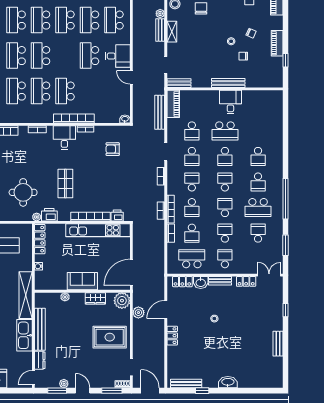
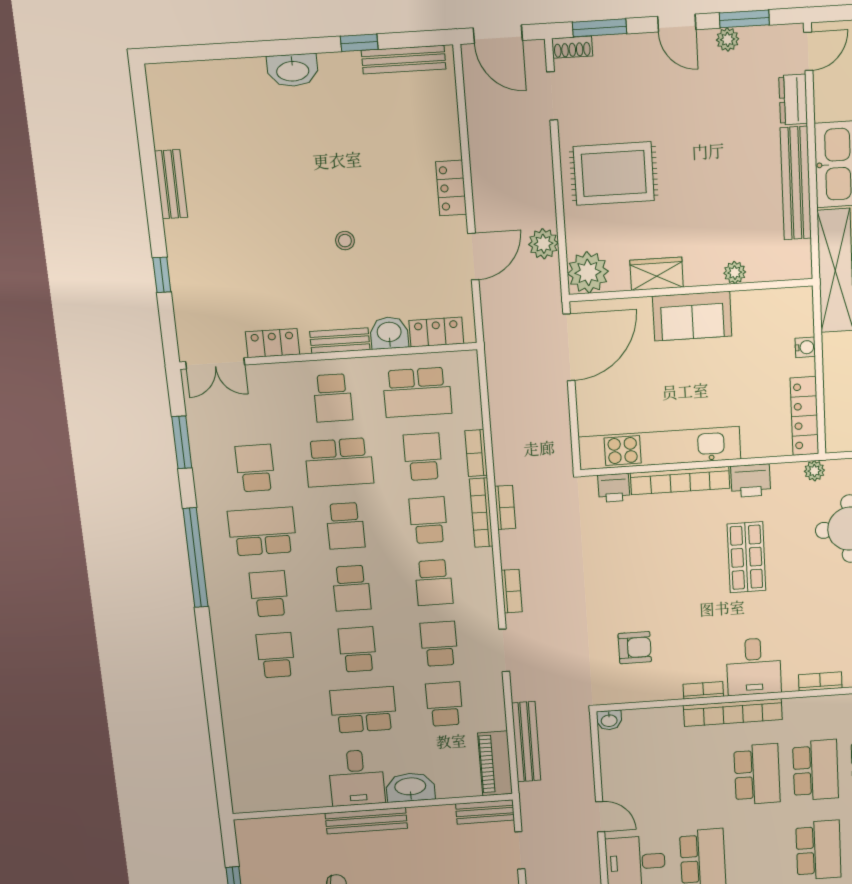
washbasin: (209, 96) -> (410, 787), added
printer: (49, 215) -> (751, 481), moved
school desk: (225, 233) -> (339, 462), width x1.85
school desk: (258, 233) -> (255, 468), turned 180

